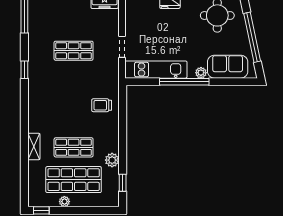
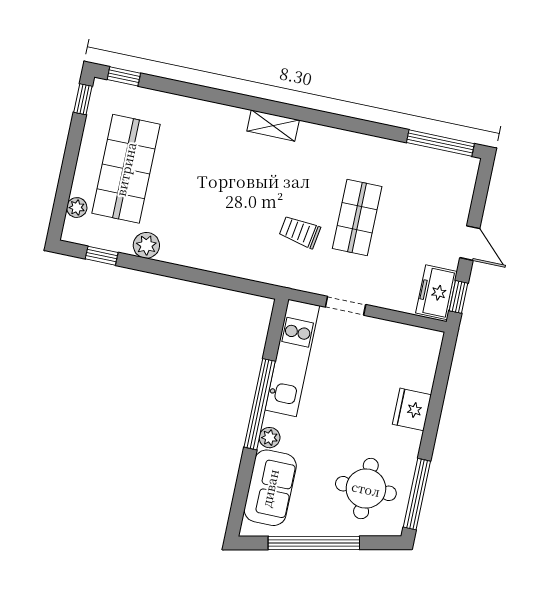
window: (24, 70) -> (124, 76), moved
trolley: (102, 105) -> (300, 232), moved, turned -81
shelving: (34, 147) -> (273, 126), moved
shop shelf: (74, 147) -> (184, 181), removed
plant: (64, 202) -> (77, 208), moved

